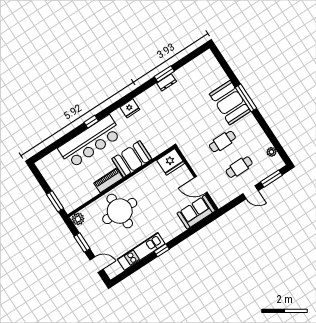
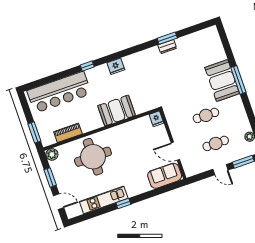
fridge: (130, 108) -> (116, 66), moved
bar counter: (90, 142) -> (59, 92), moved
fridge: (171, 162) -> (156, 119), width x0.53, depth x0.75
piano: (108, 180) -> (68, 133), moved

